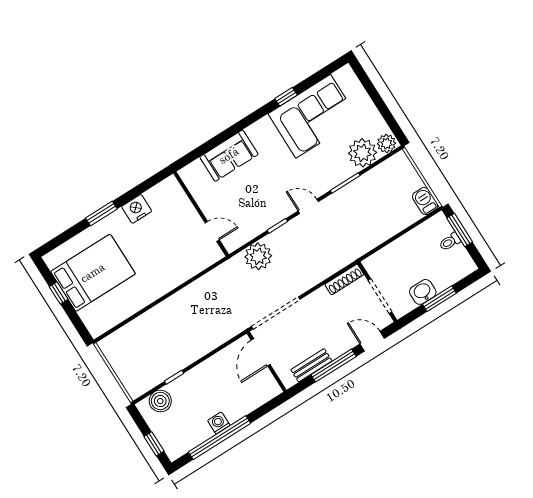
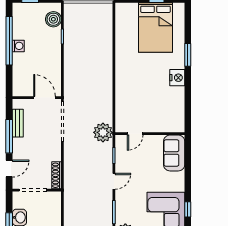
wall: (201, 214) -> (150, 134), moved
door: (212, 231) -> (135, 134), moved

